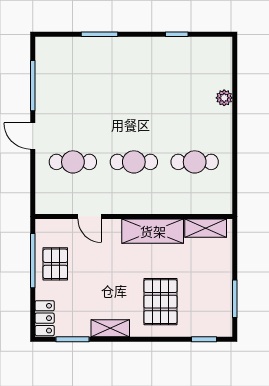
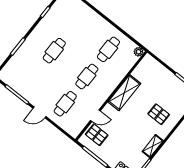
cafe table: (134, 89) -> (54, 51), added
plant: (224, 98) -> (139, 52), moved
shelving: (206, 228) -> (142, 68), removed
pallet: (55, 264) -> (97, 135), moved
pallet: (160, 302) -> (159, 114), width x0.67, depth x0.71

